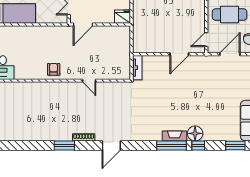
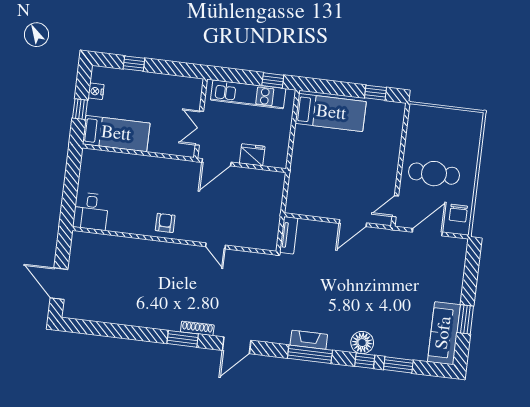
fridge: (122, 17) -> (252, 155), moved
fireplace: (175, 136) -> (309, 340), moved
window: (64, 145) -> (183, 339), moved
window: (172, 145) -> (310, 354), moved
window: (235, 145) -> (398, 365), moved

